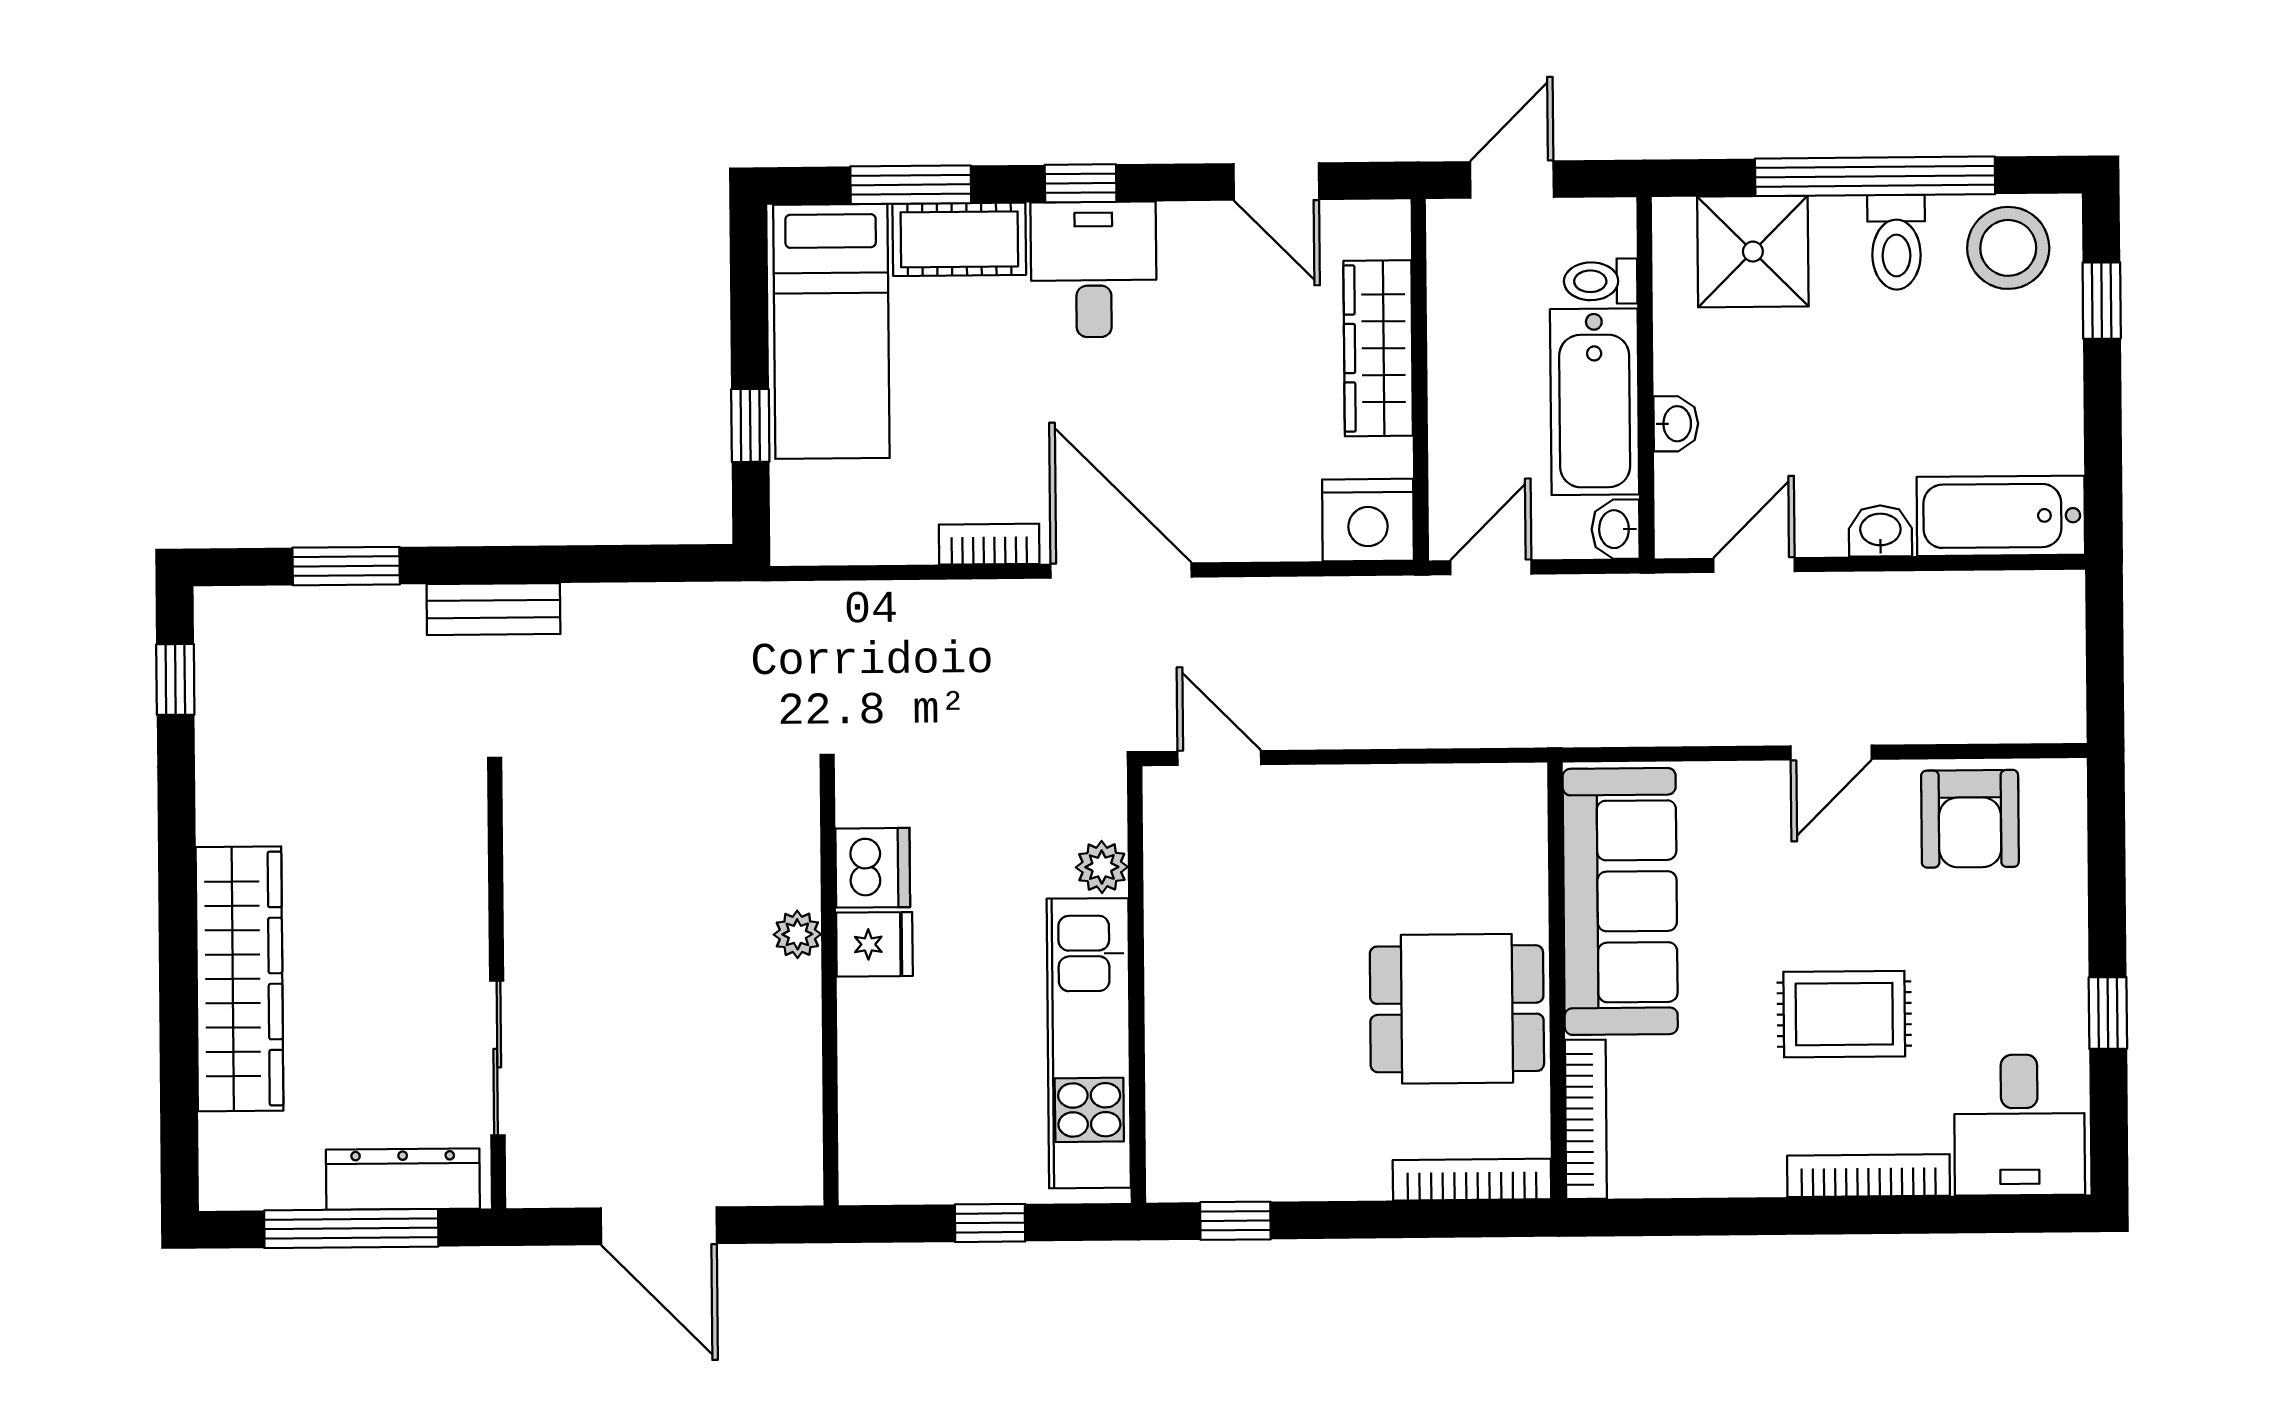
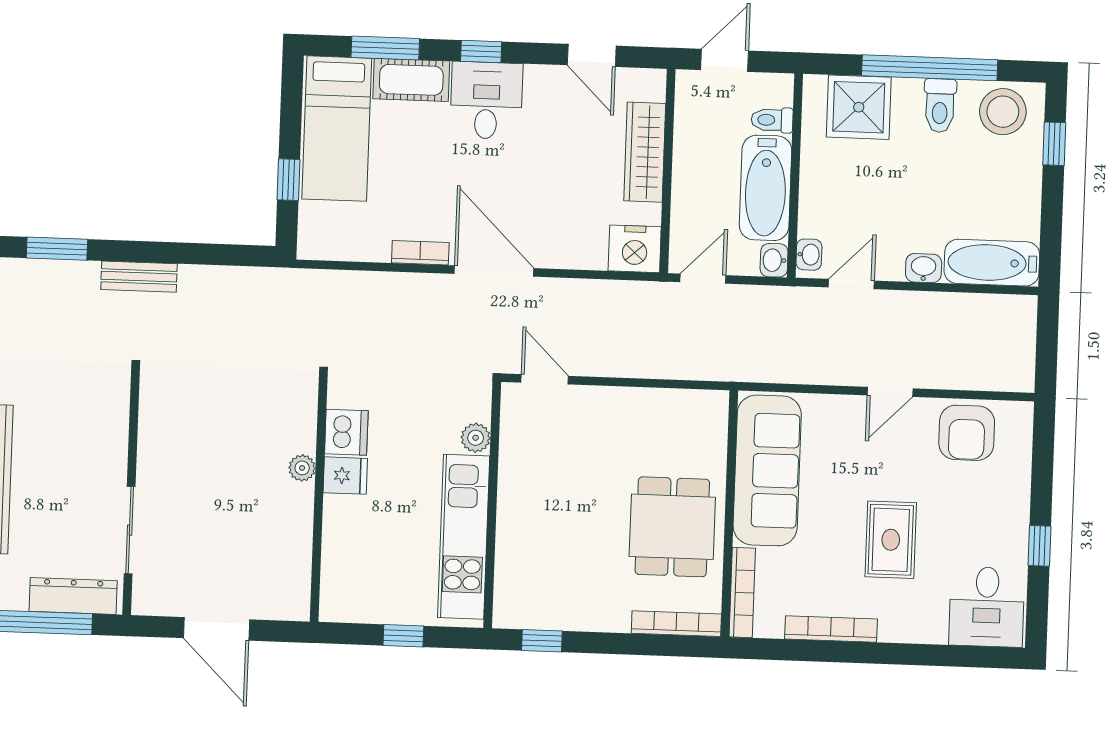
washbasin: (1676, 424) -> (809, 255), moved
dining table: (1457, 1009) -> (672, 527), turned 90
rug: (1844, 1014) -> (891, 540), turned 90
bookcase: (1869, 1176) -> (831, 629), moved

